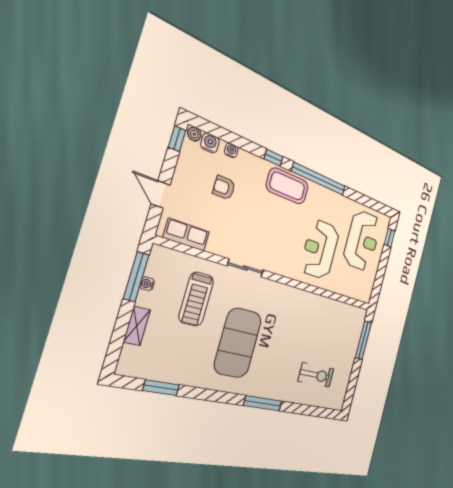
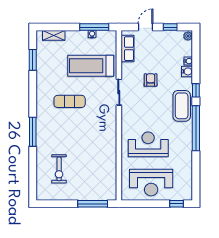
window: (177, 139) -> (170, 27), moved
water cooler: (210, 143) -> (187, 71), moved
armchair: (224, 188) -> (151, 80), moved
reception desk: (362, 241) -> (151, 183), moved
treadmill: (196, 299) -> (91, 66), width x1.37, depth x1.38
shelving: (137, 326) -> (54, 35), moved
exercise mat: (238, 343) -> (70, 101), width x0.50, depth x0.69

